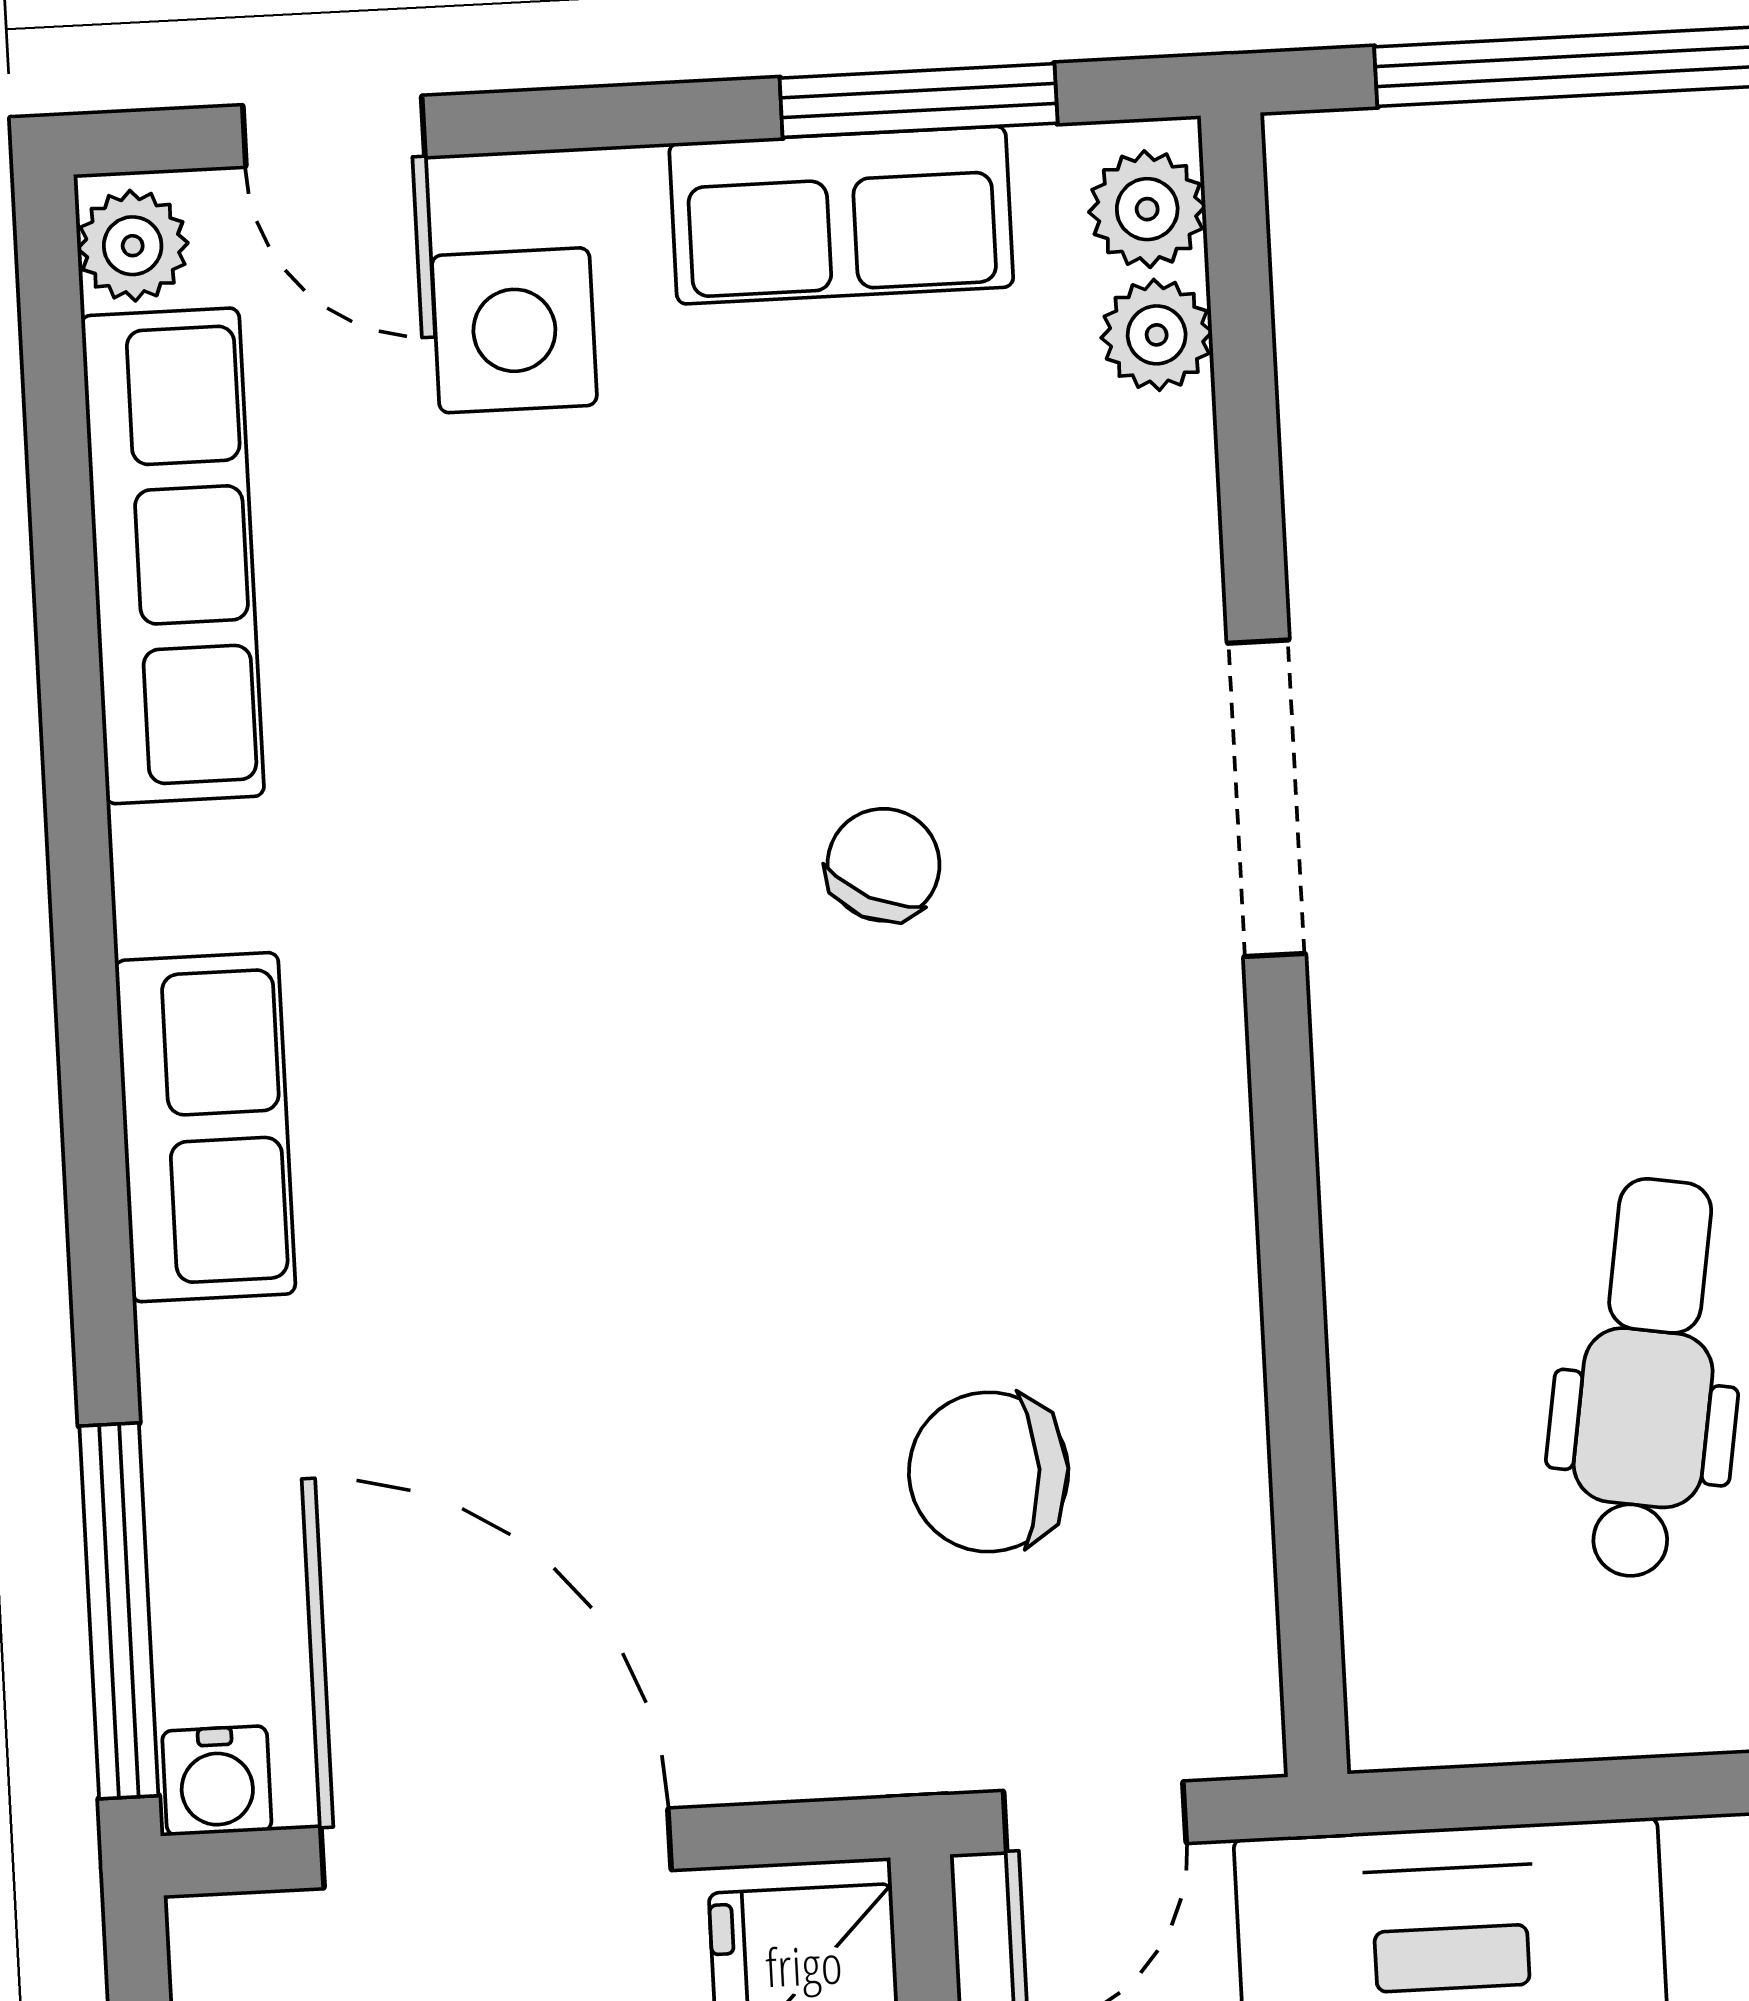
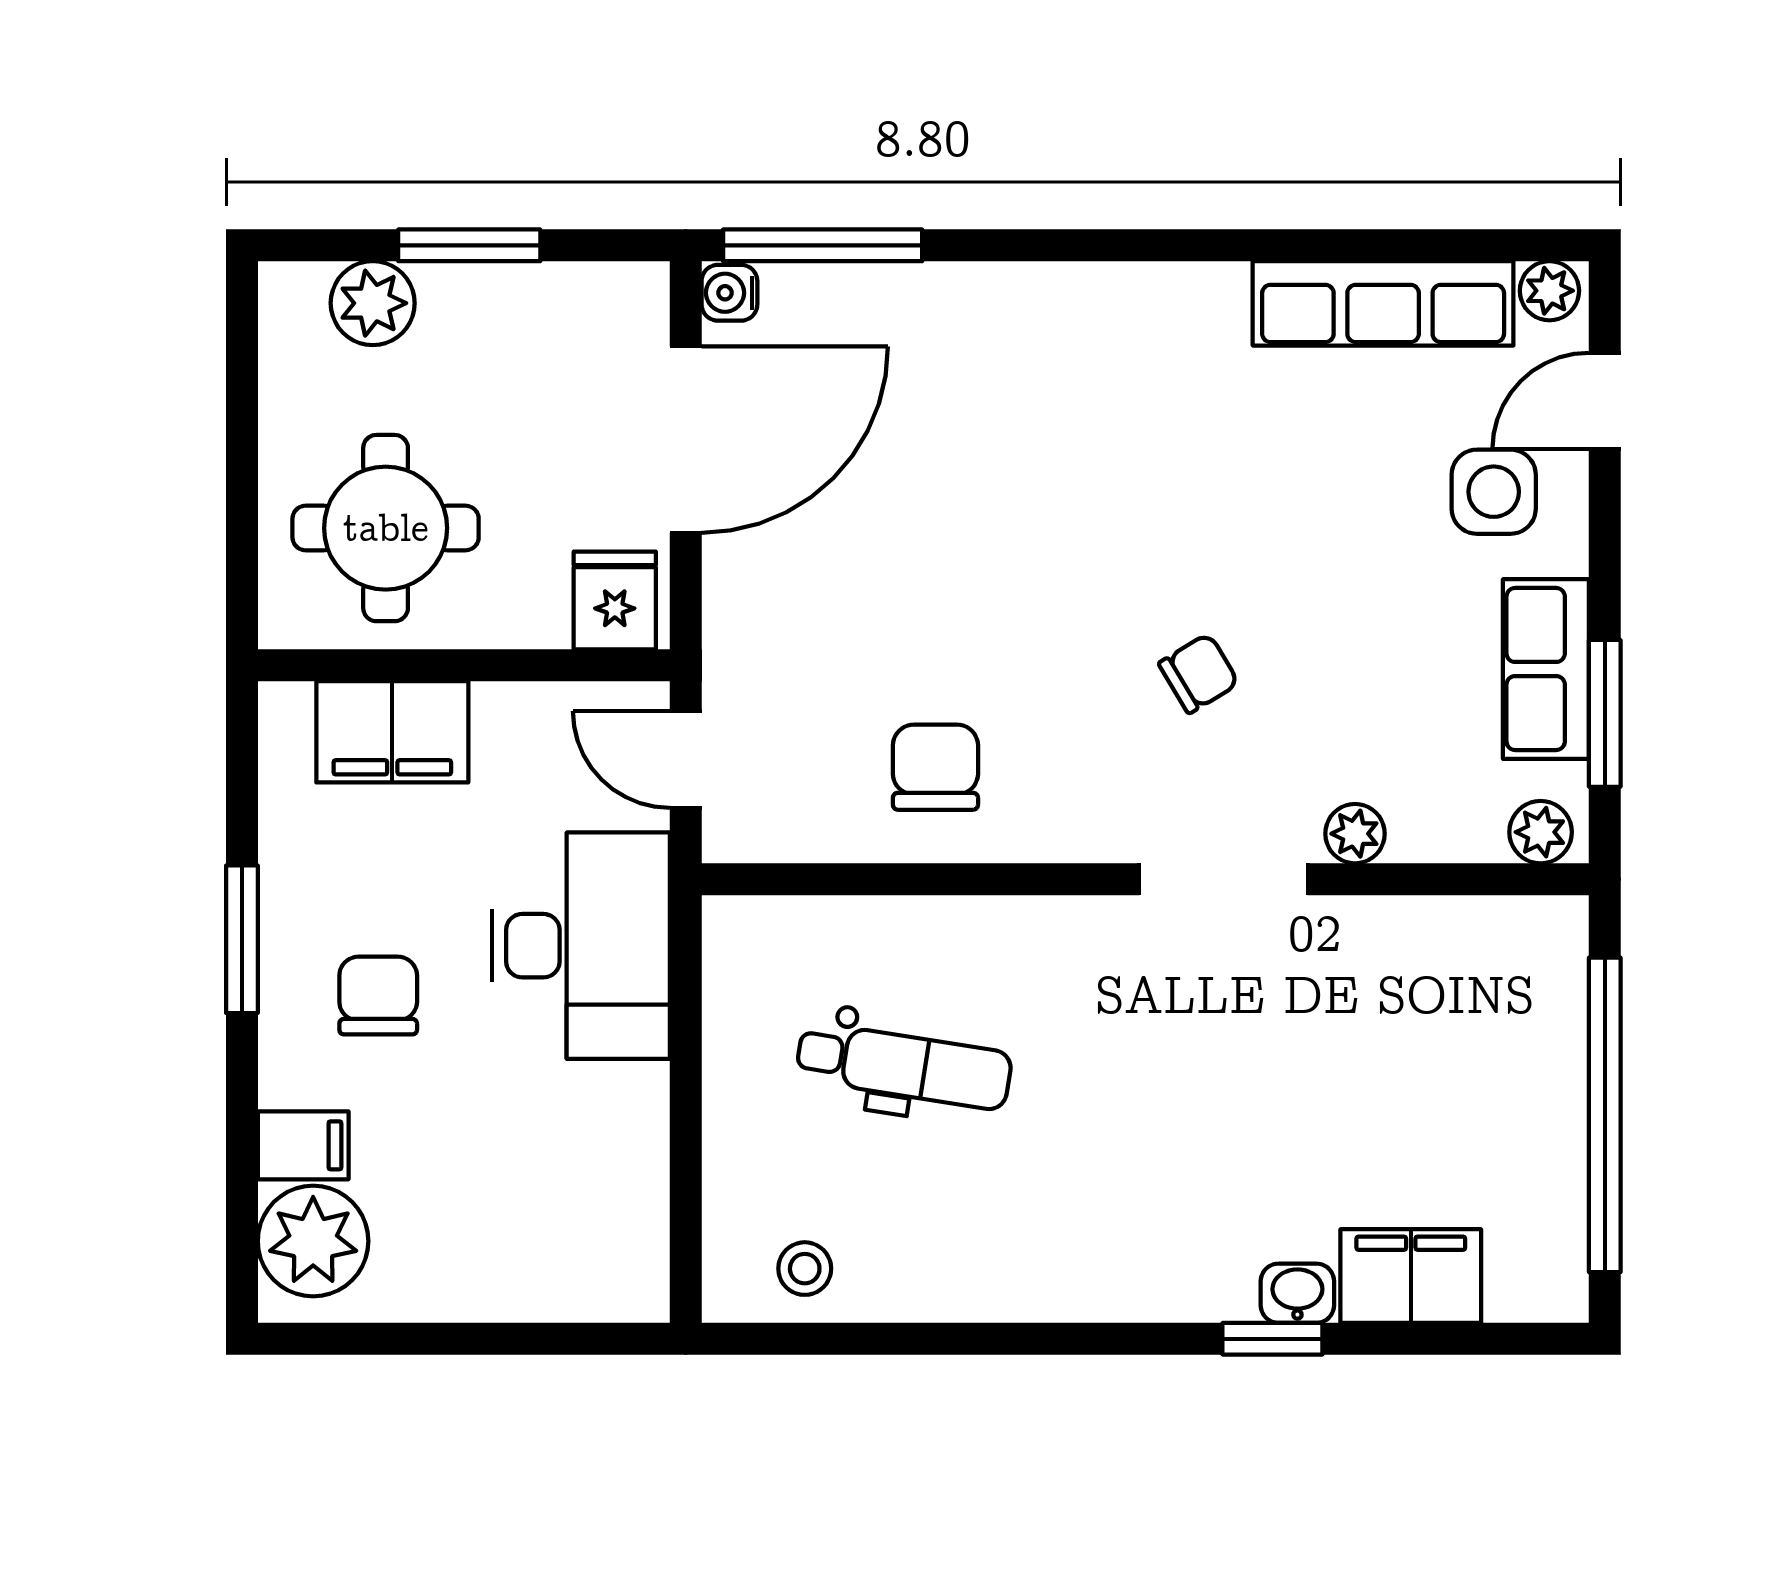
plant: (1157, 335) -> (1355, 834), moved
chair: (883, 865) -> (1199, 673), turned -57
row of seats: (205, 1127) -> (1078, 305), removed
chair: (989, 1472) -> (935, 767), moved

